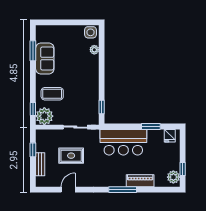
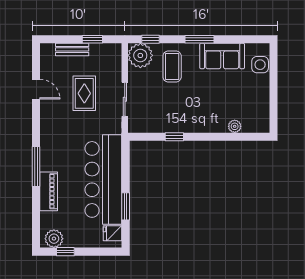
side table: (91, 32) -> (260, 65), moved
window: (33, 51) -> (199, 39), moved
window: (102, 107) -> (174, 137), moved
bar counter: (123, 142) -> (103, 179), width x1.36

